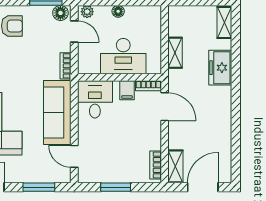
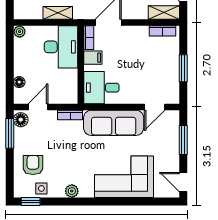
floor lamp: (118, 11) -> (19, 82), moved
plant: (87, 12) -> (20, 32), moved
desk: (123, 56) -> (61, 47), moved

